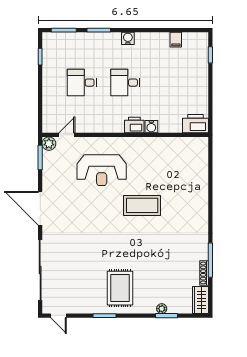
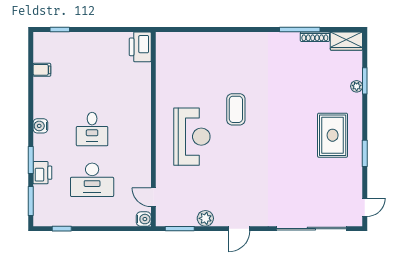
desk: (82, 83) -> (92, 180), width x1.37
printer: (134, 125) -> (42, 173), moved, turned 180
water cooler: (151, 127) -> (144, 219), moved
plant: (49, 144) -> (205, 218), moved
reception desk: (102, 170) -> (192, 137), moved
coffee table: (142, 205) -> (236, 109), width x0.73, depth x0.76
door: (40, 208) -> (239, 229), width x0.53
rug: (120, 288) -> (333, 135), turned 90

